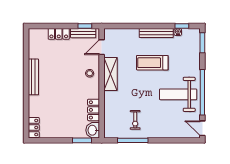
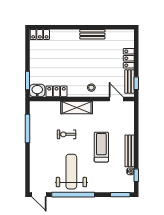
shelving: (111, 74) -> (77, 107), moved
bench: (33, 77) -> (92, 34), width x0.73
exercise bike: (135, 120) -> (67, 134), moved
door: (202, 128) -> (39, 195), swing flipped

